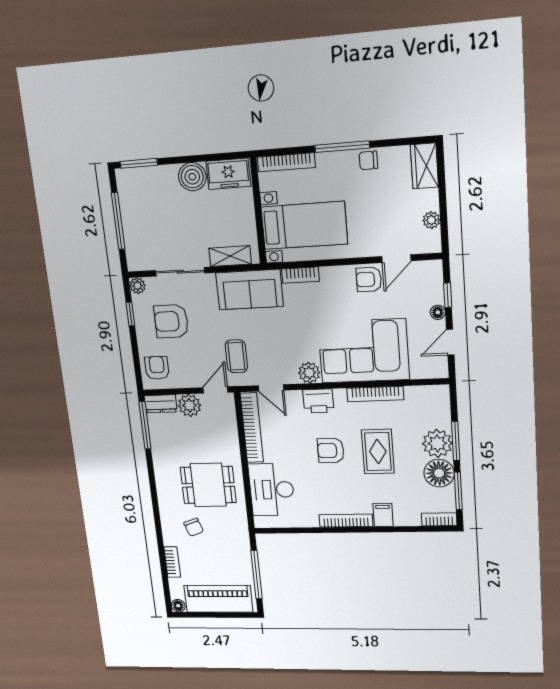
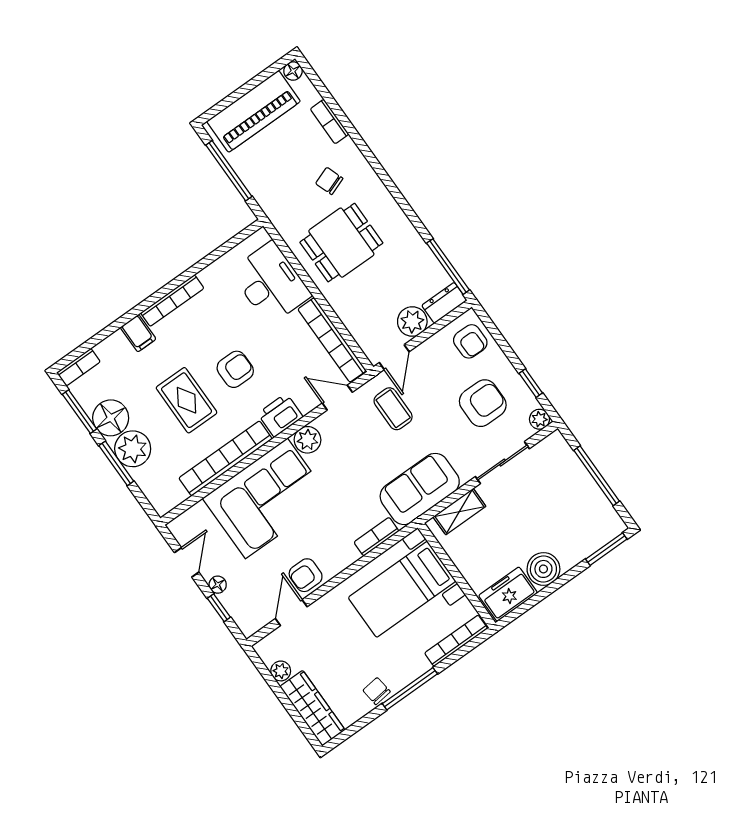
chair: (368, 160) -> (377, 691), turned -97
wardrobe: (424, 166) -> (312, 708), width x1.50
armchair: (369, 279) -> (306, 575), turned 180
bookcase: (375, 394) -> (226, 458), width x1.48, depth x1.31

